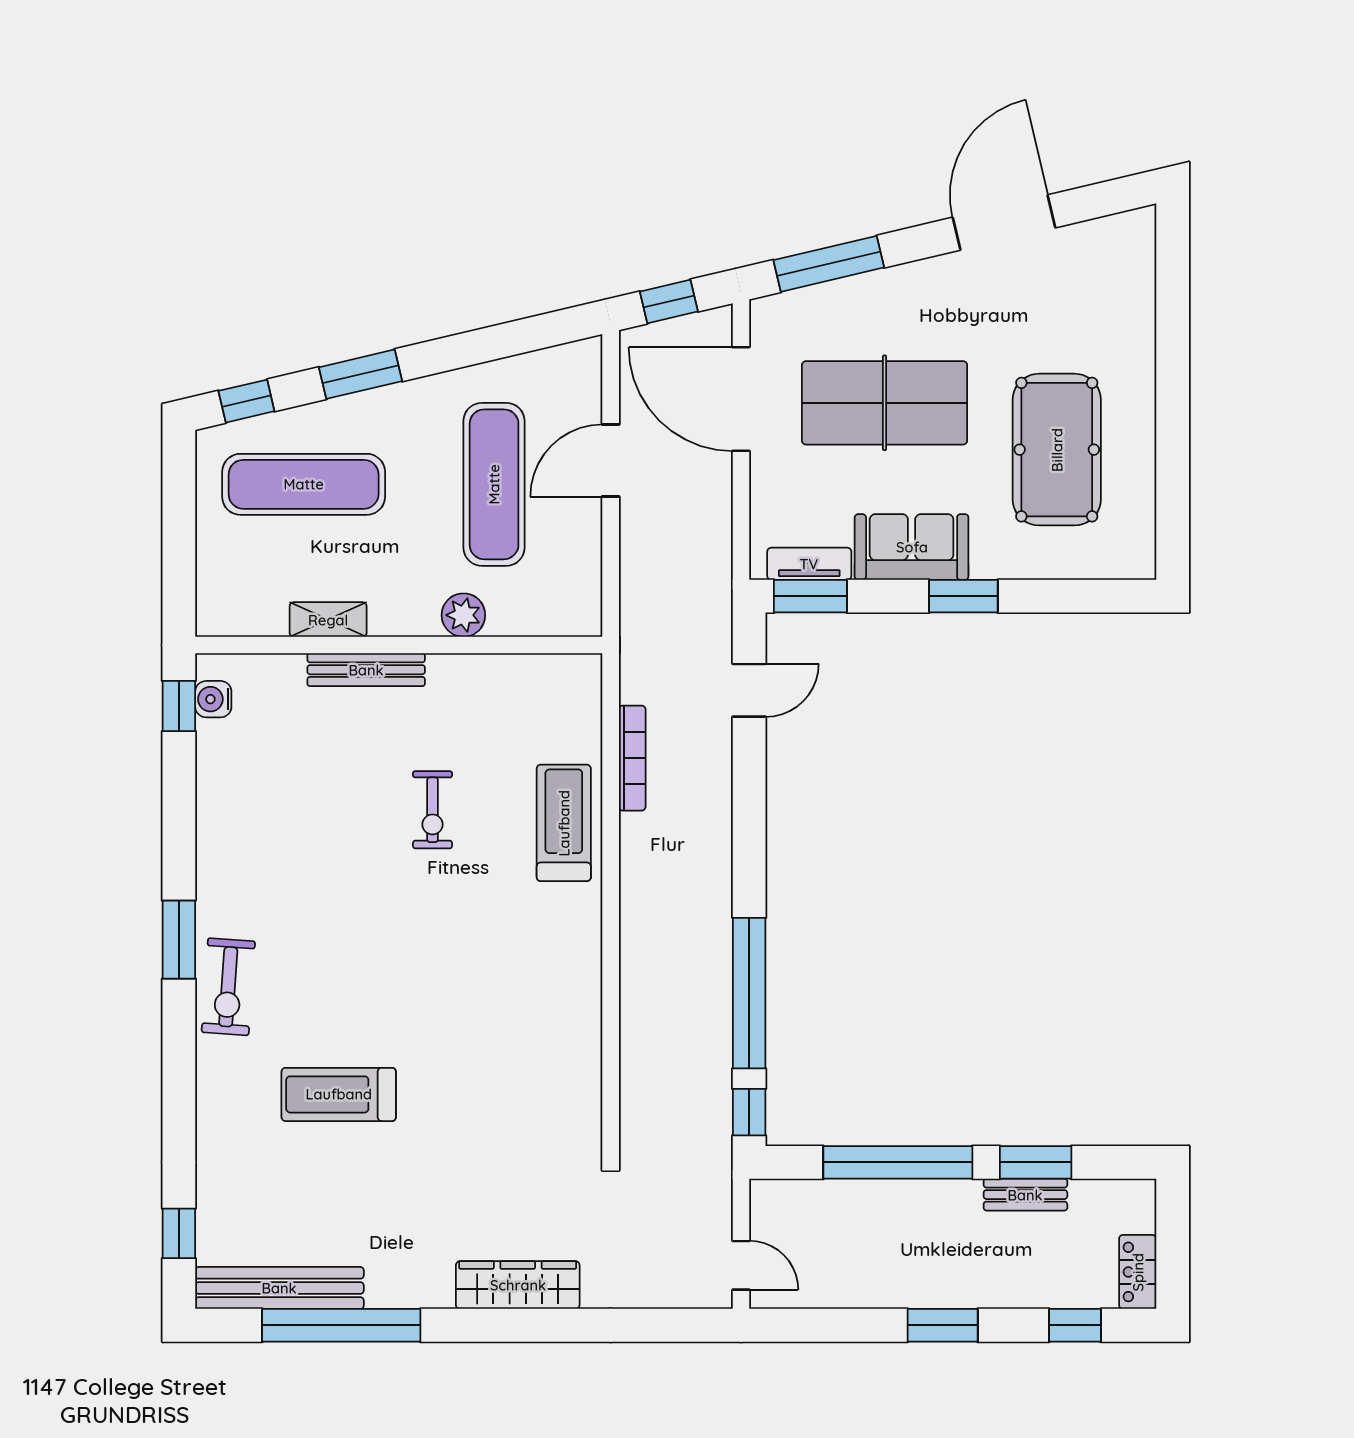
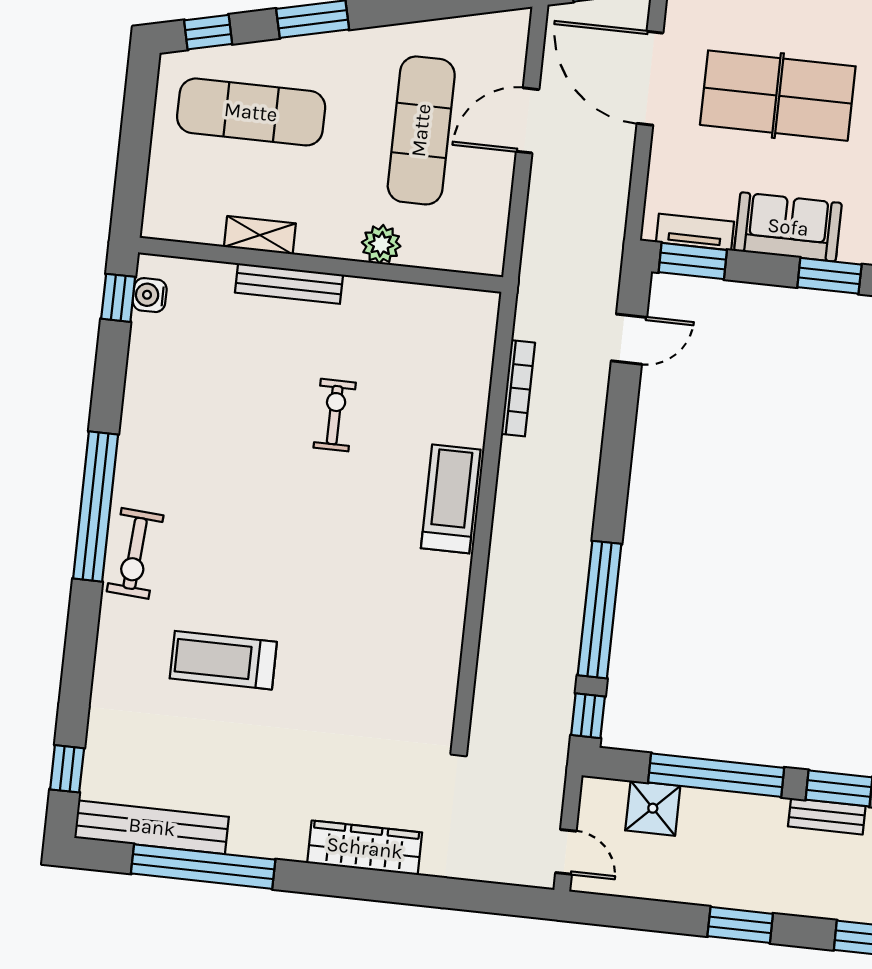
exercise bike: (433, 810) -> (335, 415), turned 180
treadmill: (564, 823) -> (451, 499), moved
window: (179, 940) -> (96, 507), width x2.11
shower: (832, 1207) -> (653, 808), added

